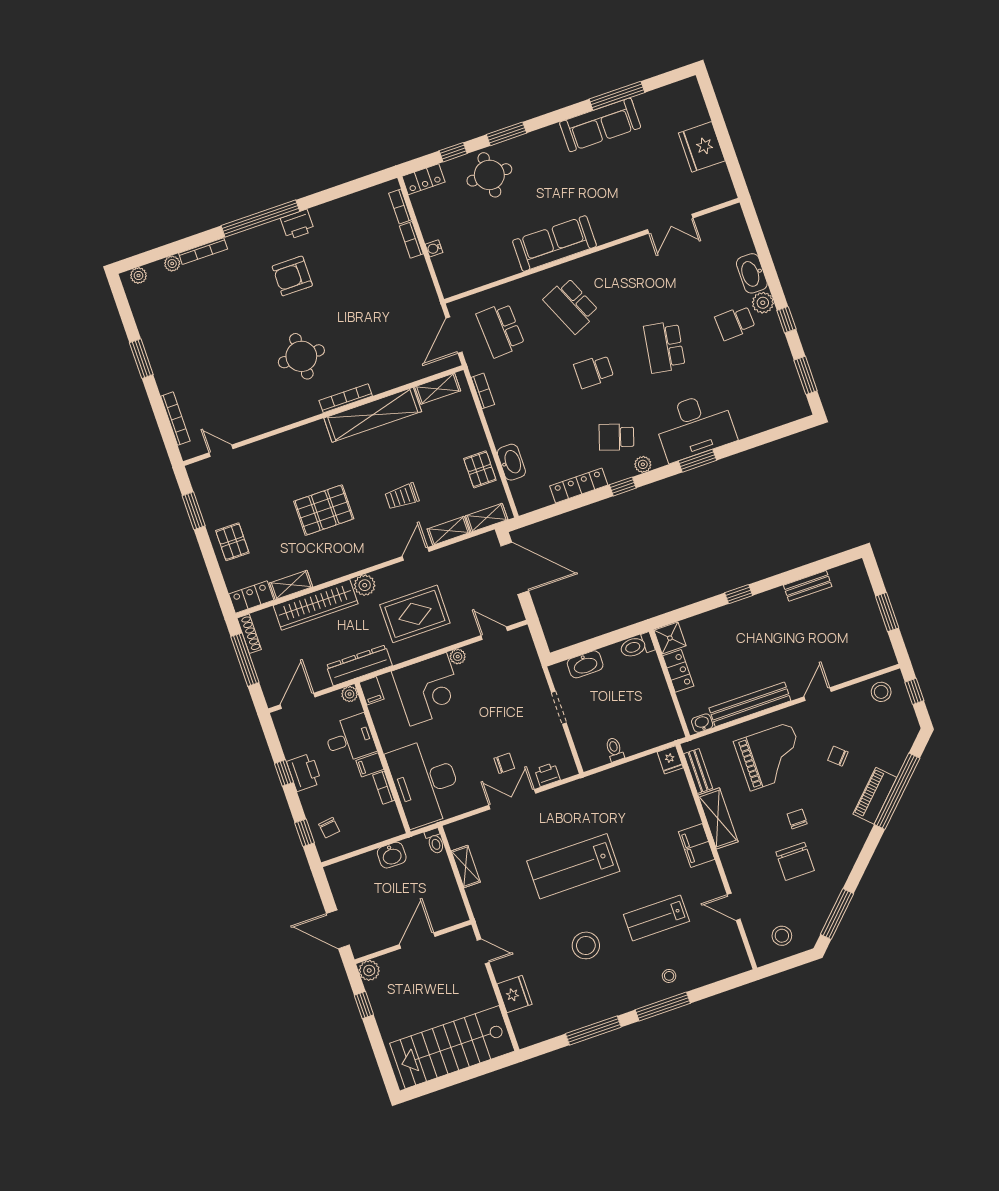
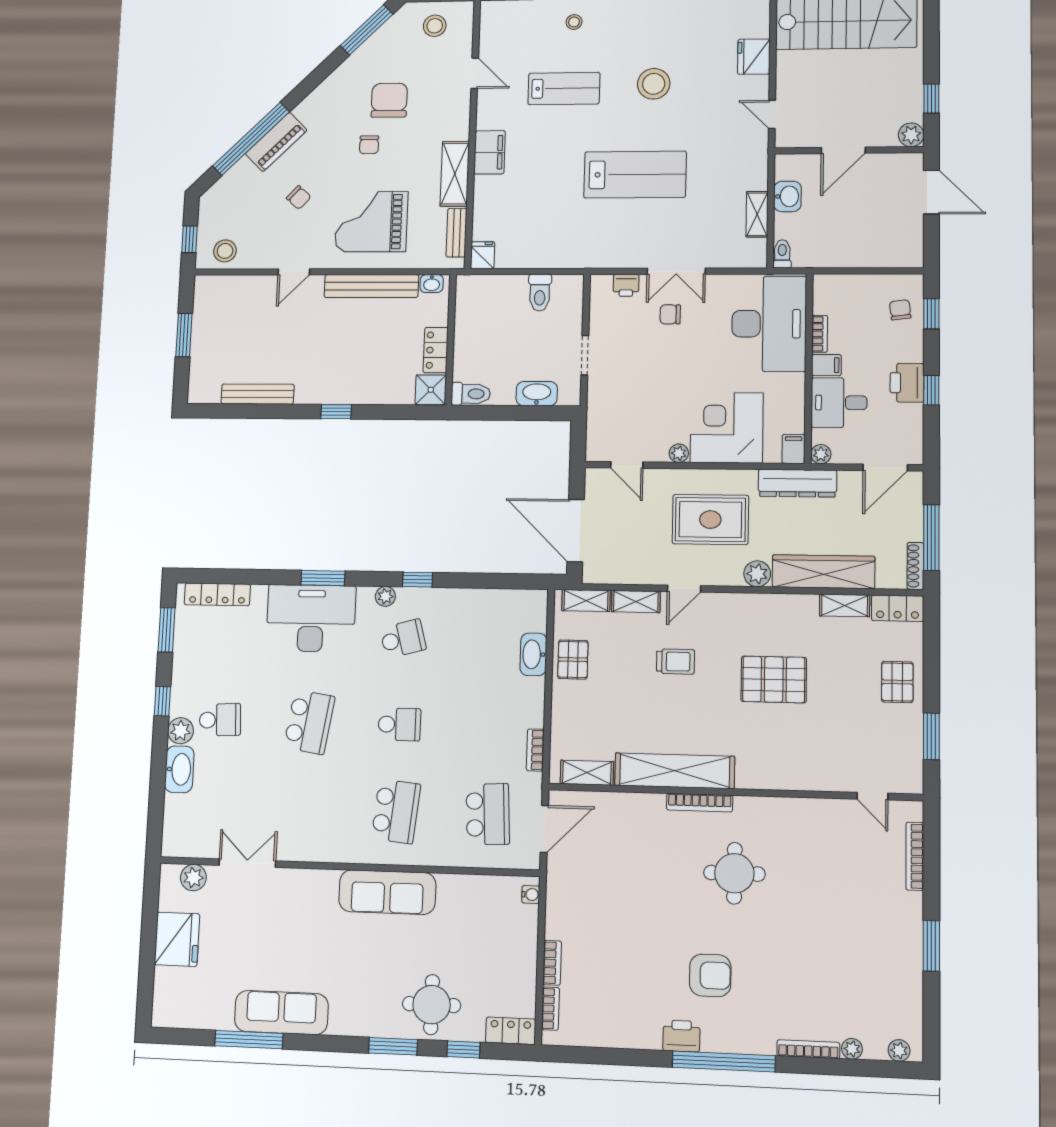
plant: (708, 197) -> (193, 878), added
water cooler: (434, 248) -> (531, 894), moved
school desk: (571, 306) -> (396, 811), turned 30
school desk: (617, 437) -> (403, 639), turned -33
locker: (579, 485) -> (217, 594), moved
bench: (808, 586) -> (258, 394), width x1.36
toilet: (615, 749) -> (540, 293), width x1.37, depth x1.39
washbasin: (392, 855) -> (787, 196), moved, turned 90

